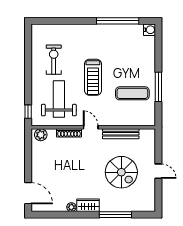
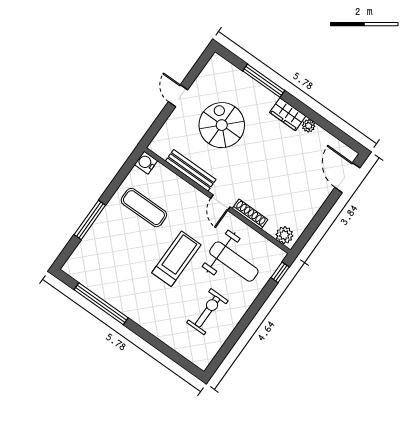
water cooler: (149, 30) -> (146, 163), moved
exercise bike: (54, 60) -> (207, 312), turned 180
window: (158, 87) -> (90, 220), moved
weight bench: (59, 99) -> (234, 262), turned -90

